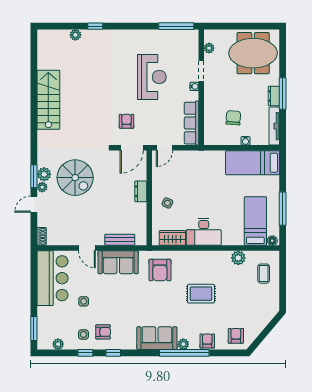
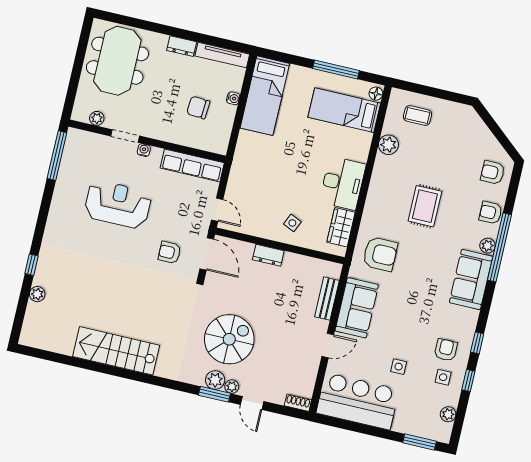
window: (283, 94) -> (181, 33), removed

